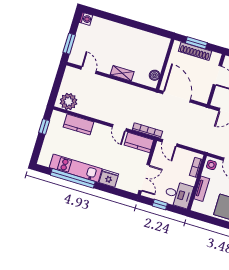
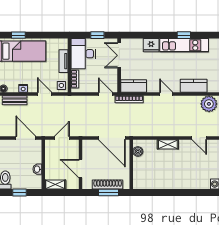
door: (119, 128) -> (166, 94), moved
window: (73, 178) -> (184, 35), width x0.32
desk: (178, 194) -> (83, 54), width x1.37

